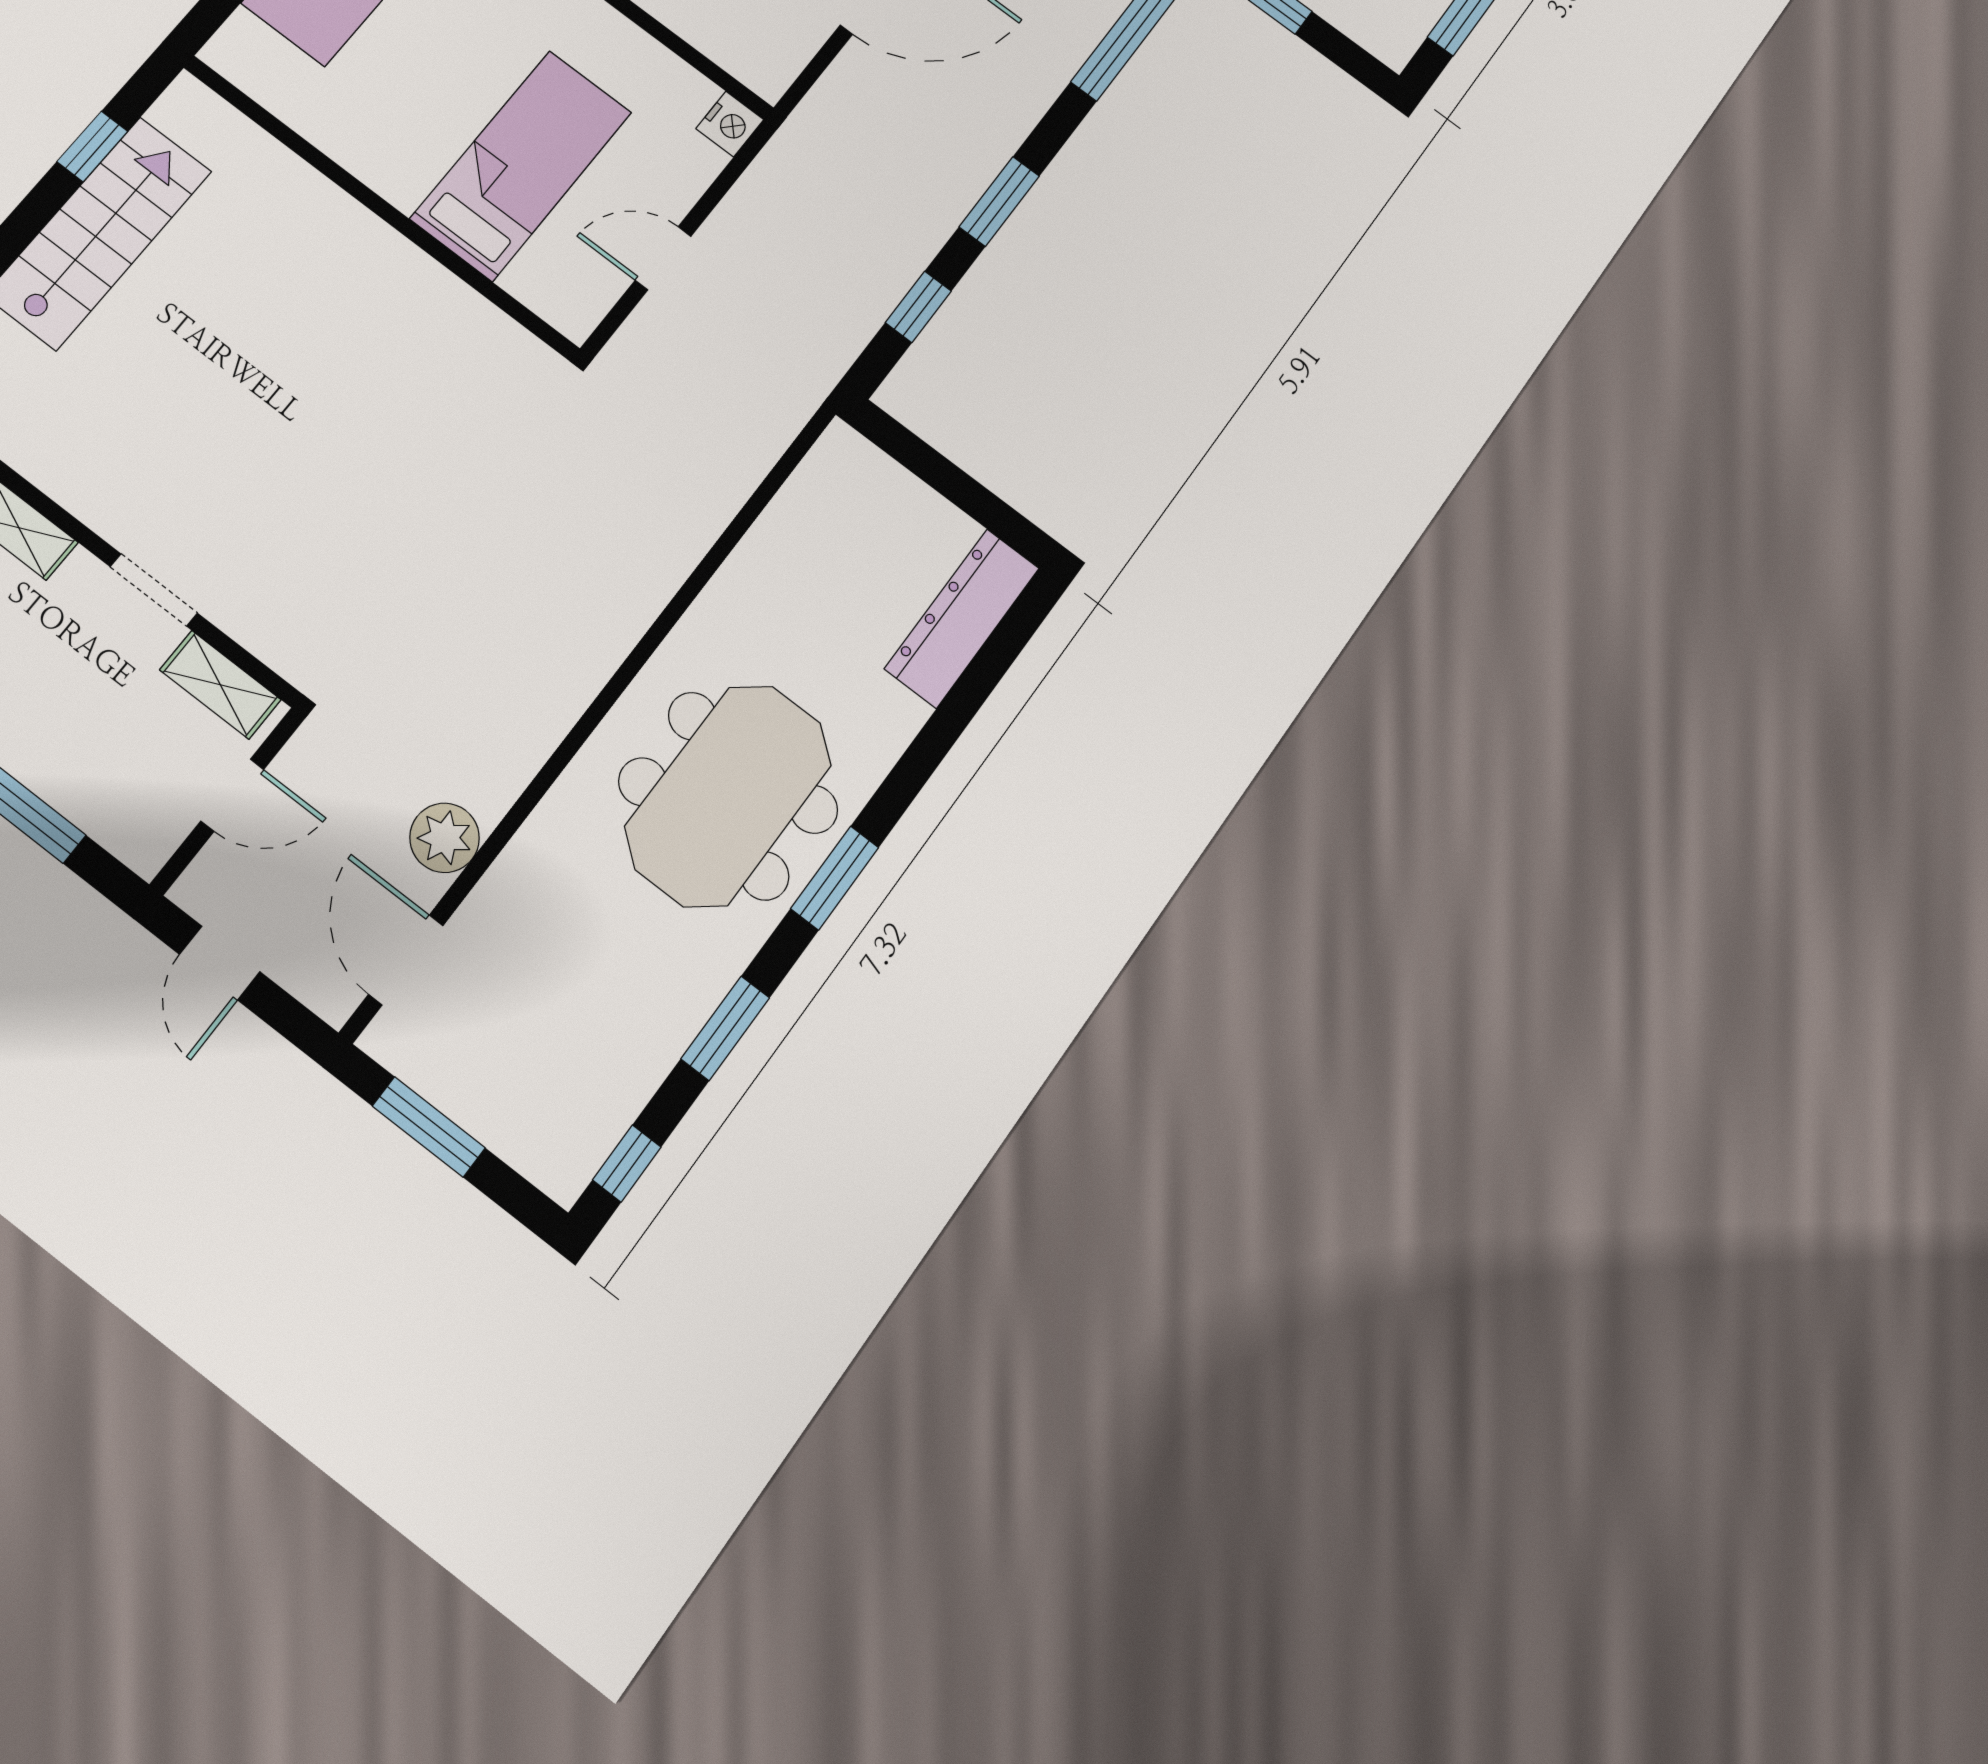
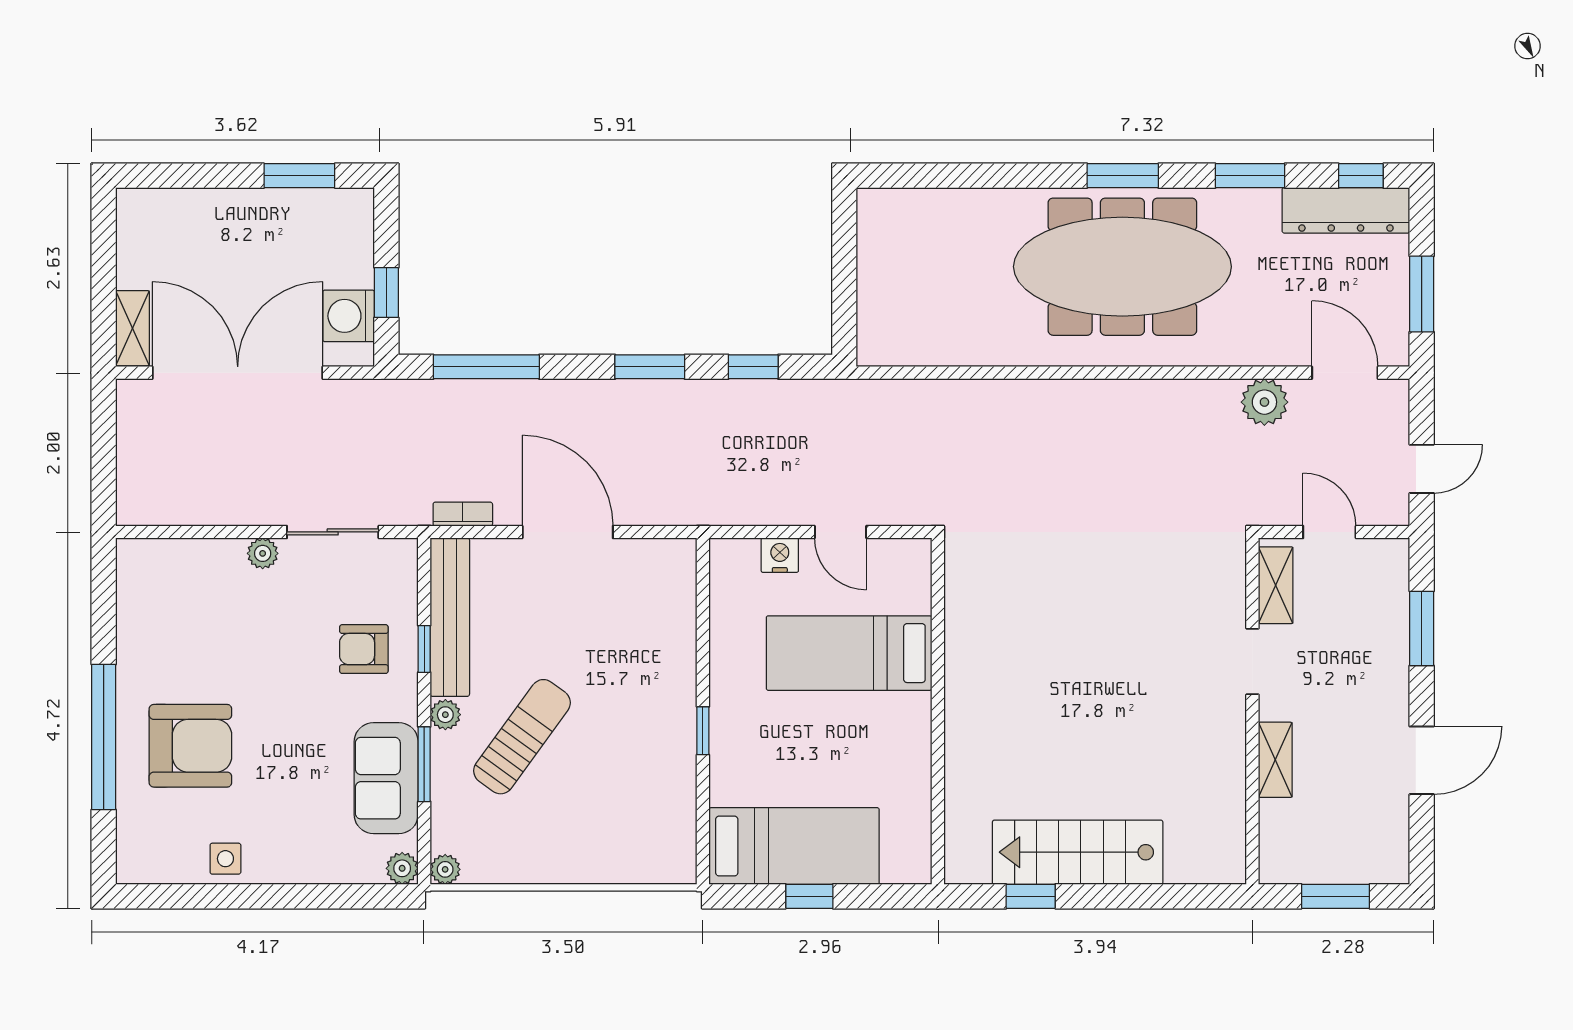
nightstand: (730, 124) -> (780, 555), moved
dresser: (962, 618) -> (1346, 210), moved
meeting table: (728, 796) -> (1122, 267), width x1.36
door: (406, 960) -> (1345, 373), swing flipped

